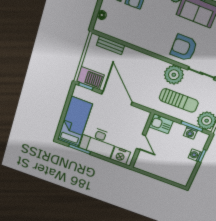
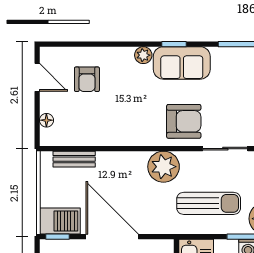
armchair: (184, 48) -> (184, 121), turned 180
plant: (174, 75) -> (164, 167), moved

